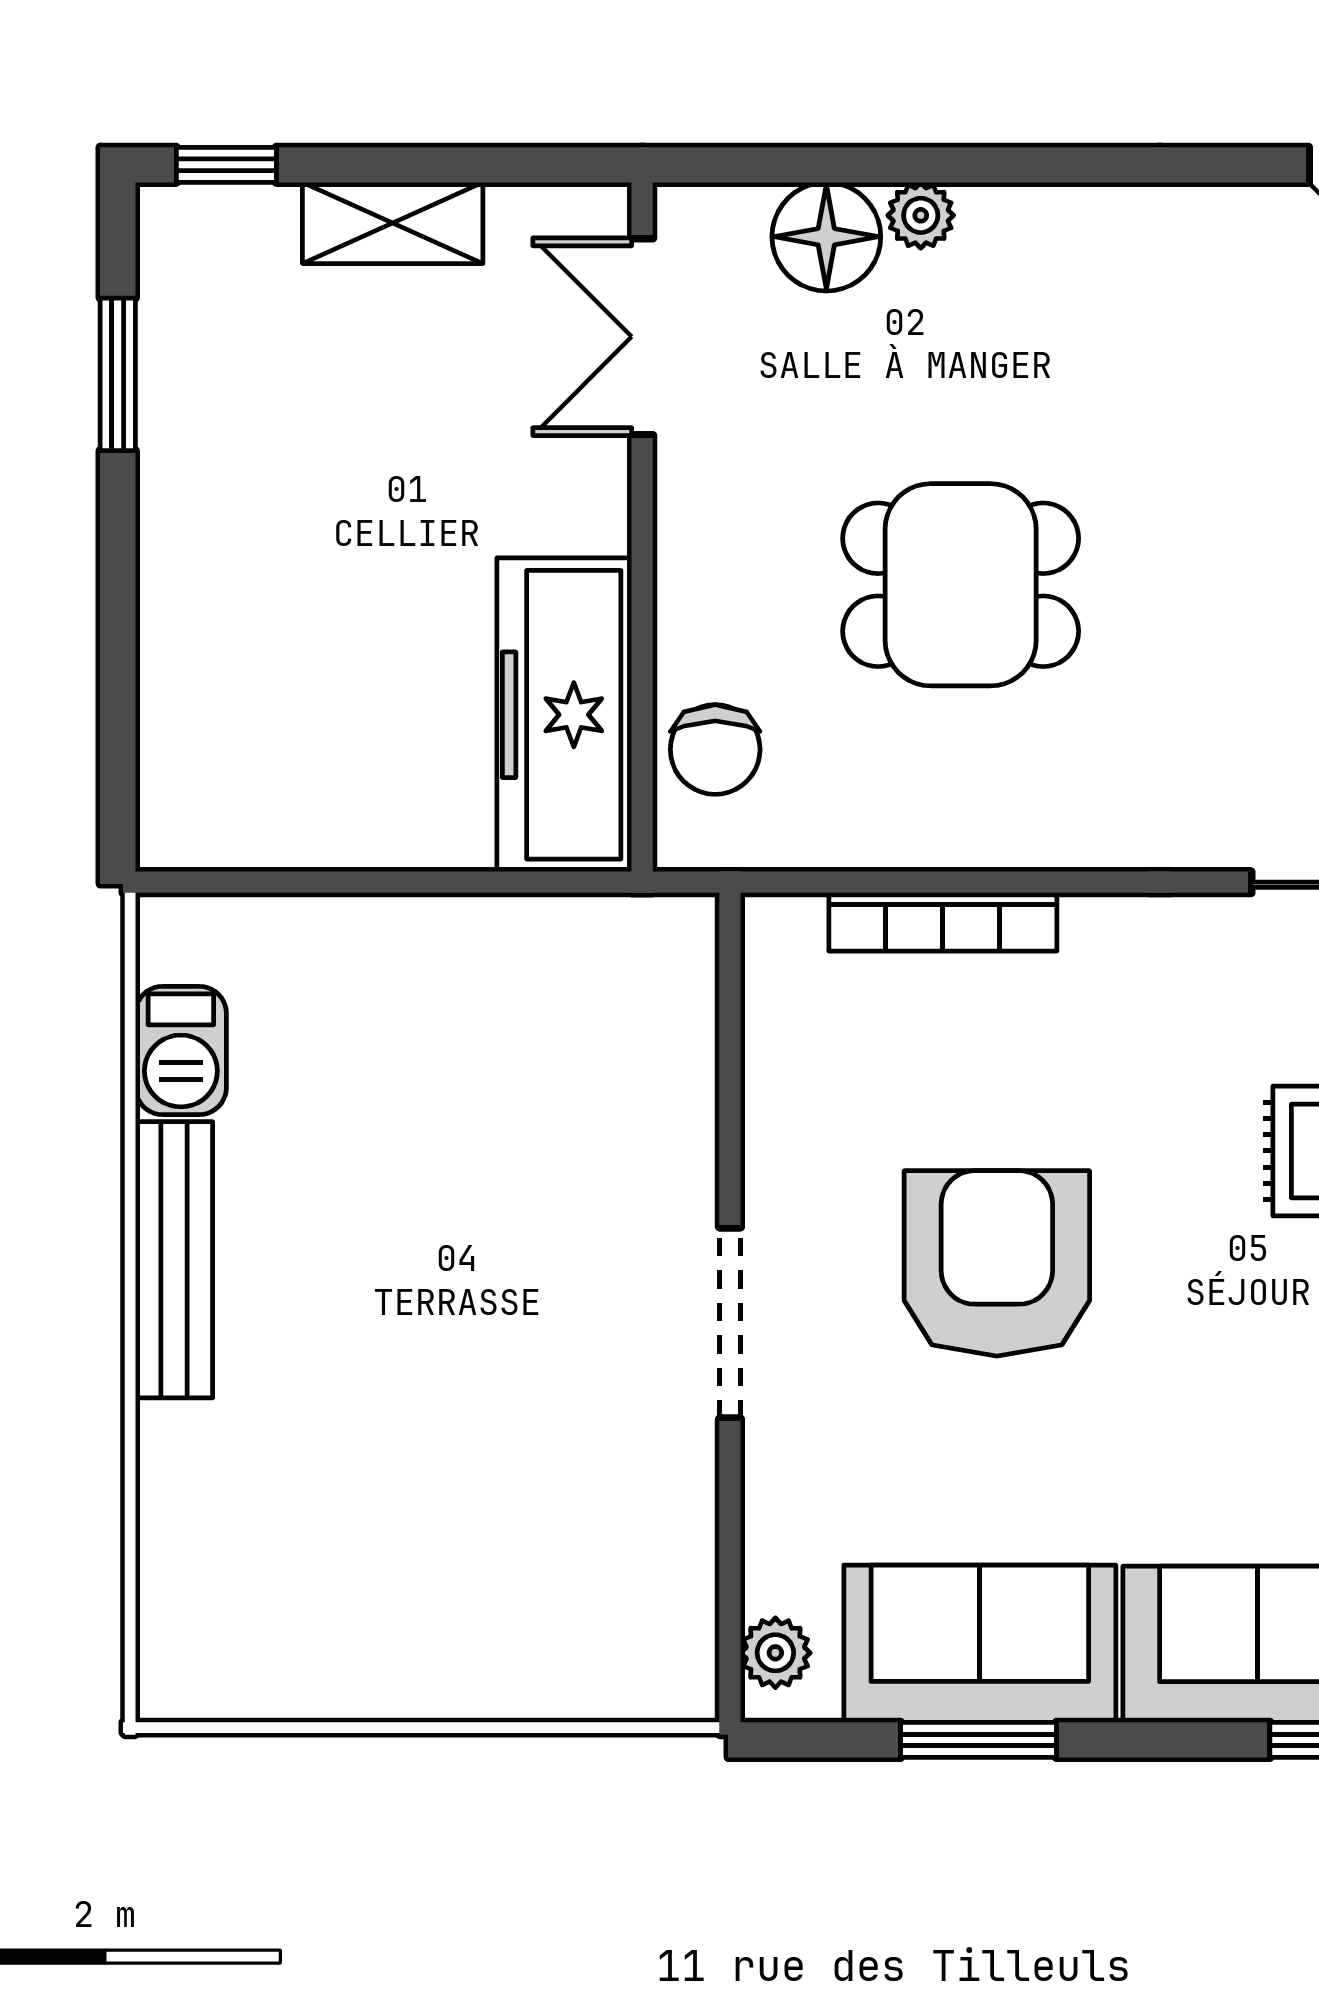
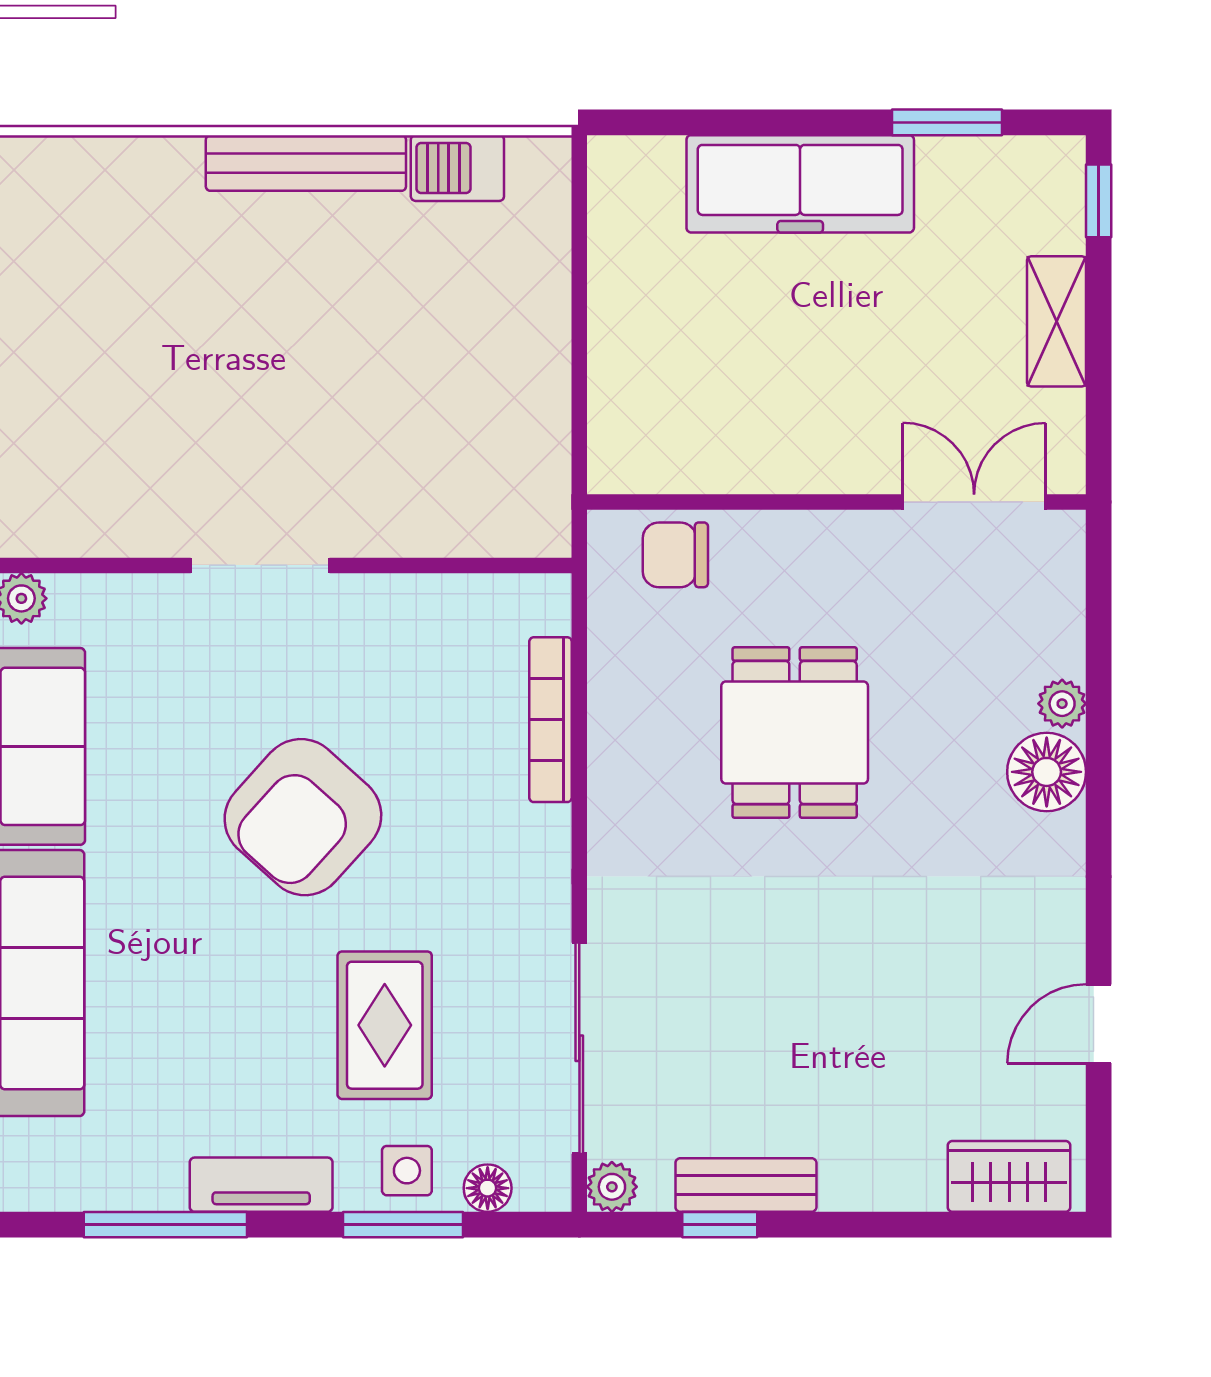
floor lamp: (826, 237) -> (1047, 772), moved
freezer: (564, 715) -> (800, 184), moved, turned 180
armchair: (997, 1263) -> (303, 817), moved, turned 132

